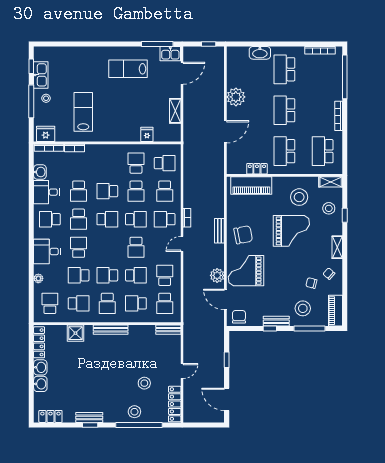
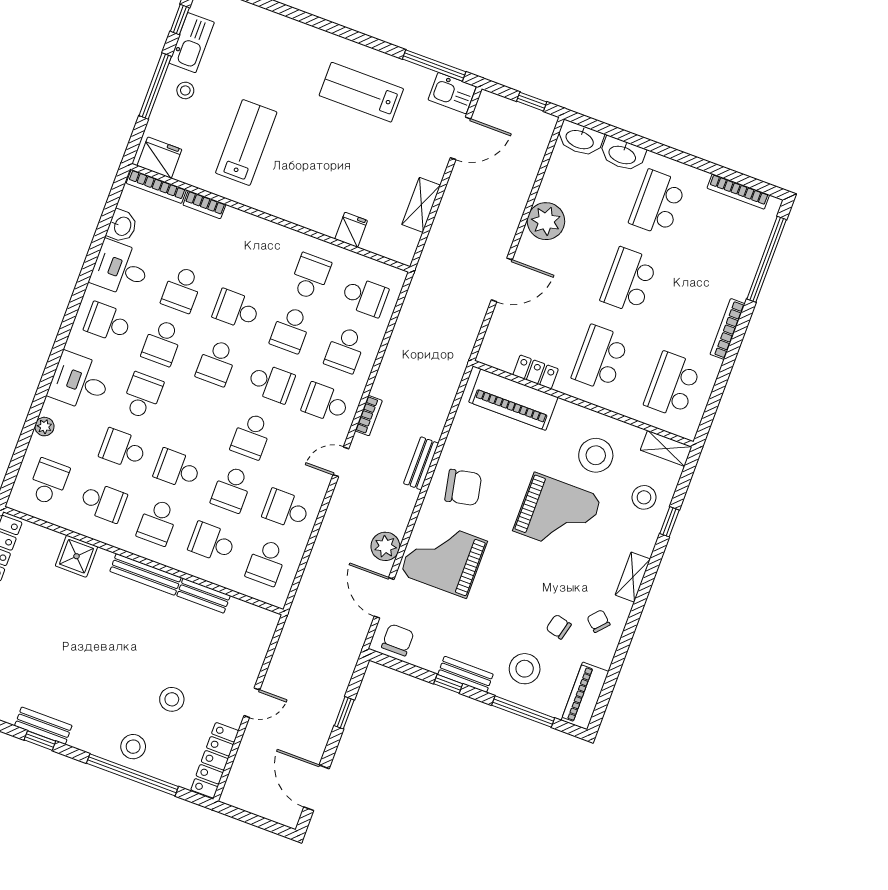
washbasin: (237, 53) -> (580, 139), added
school desk: (107, 219) -> (217, 363), turned 90
school desk: (136, 275) -> (232, 489), turned 90
school desk: (165, 275) -> (286, 509), turned -90
bench: (168, 330) -> (203, 596), moved

